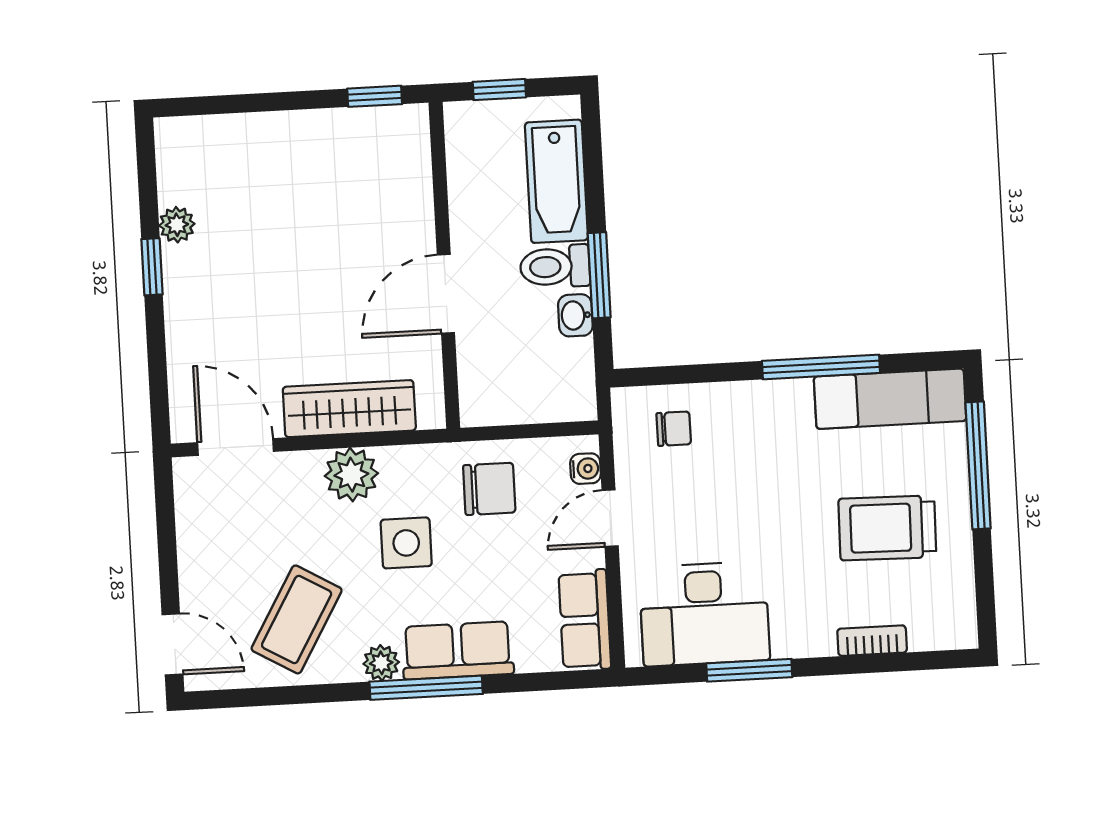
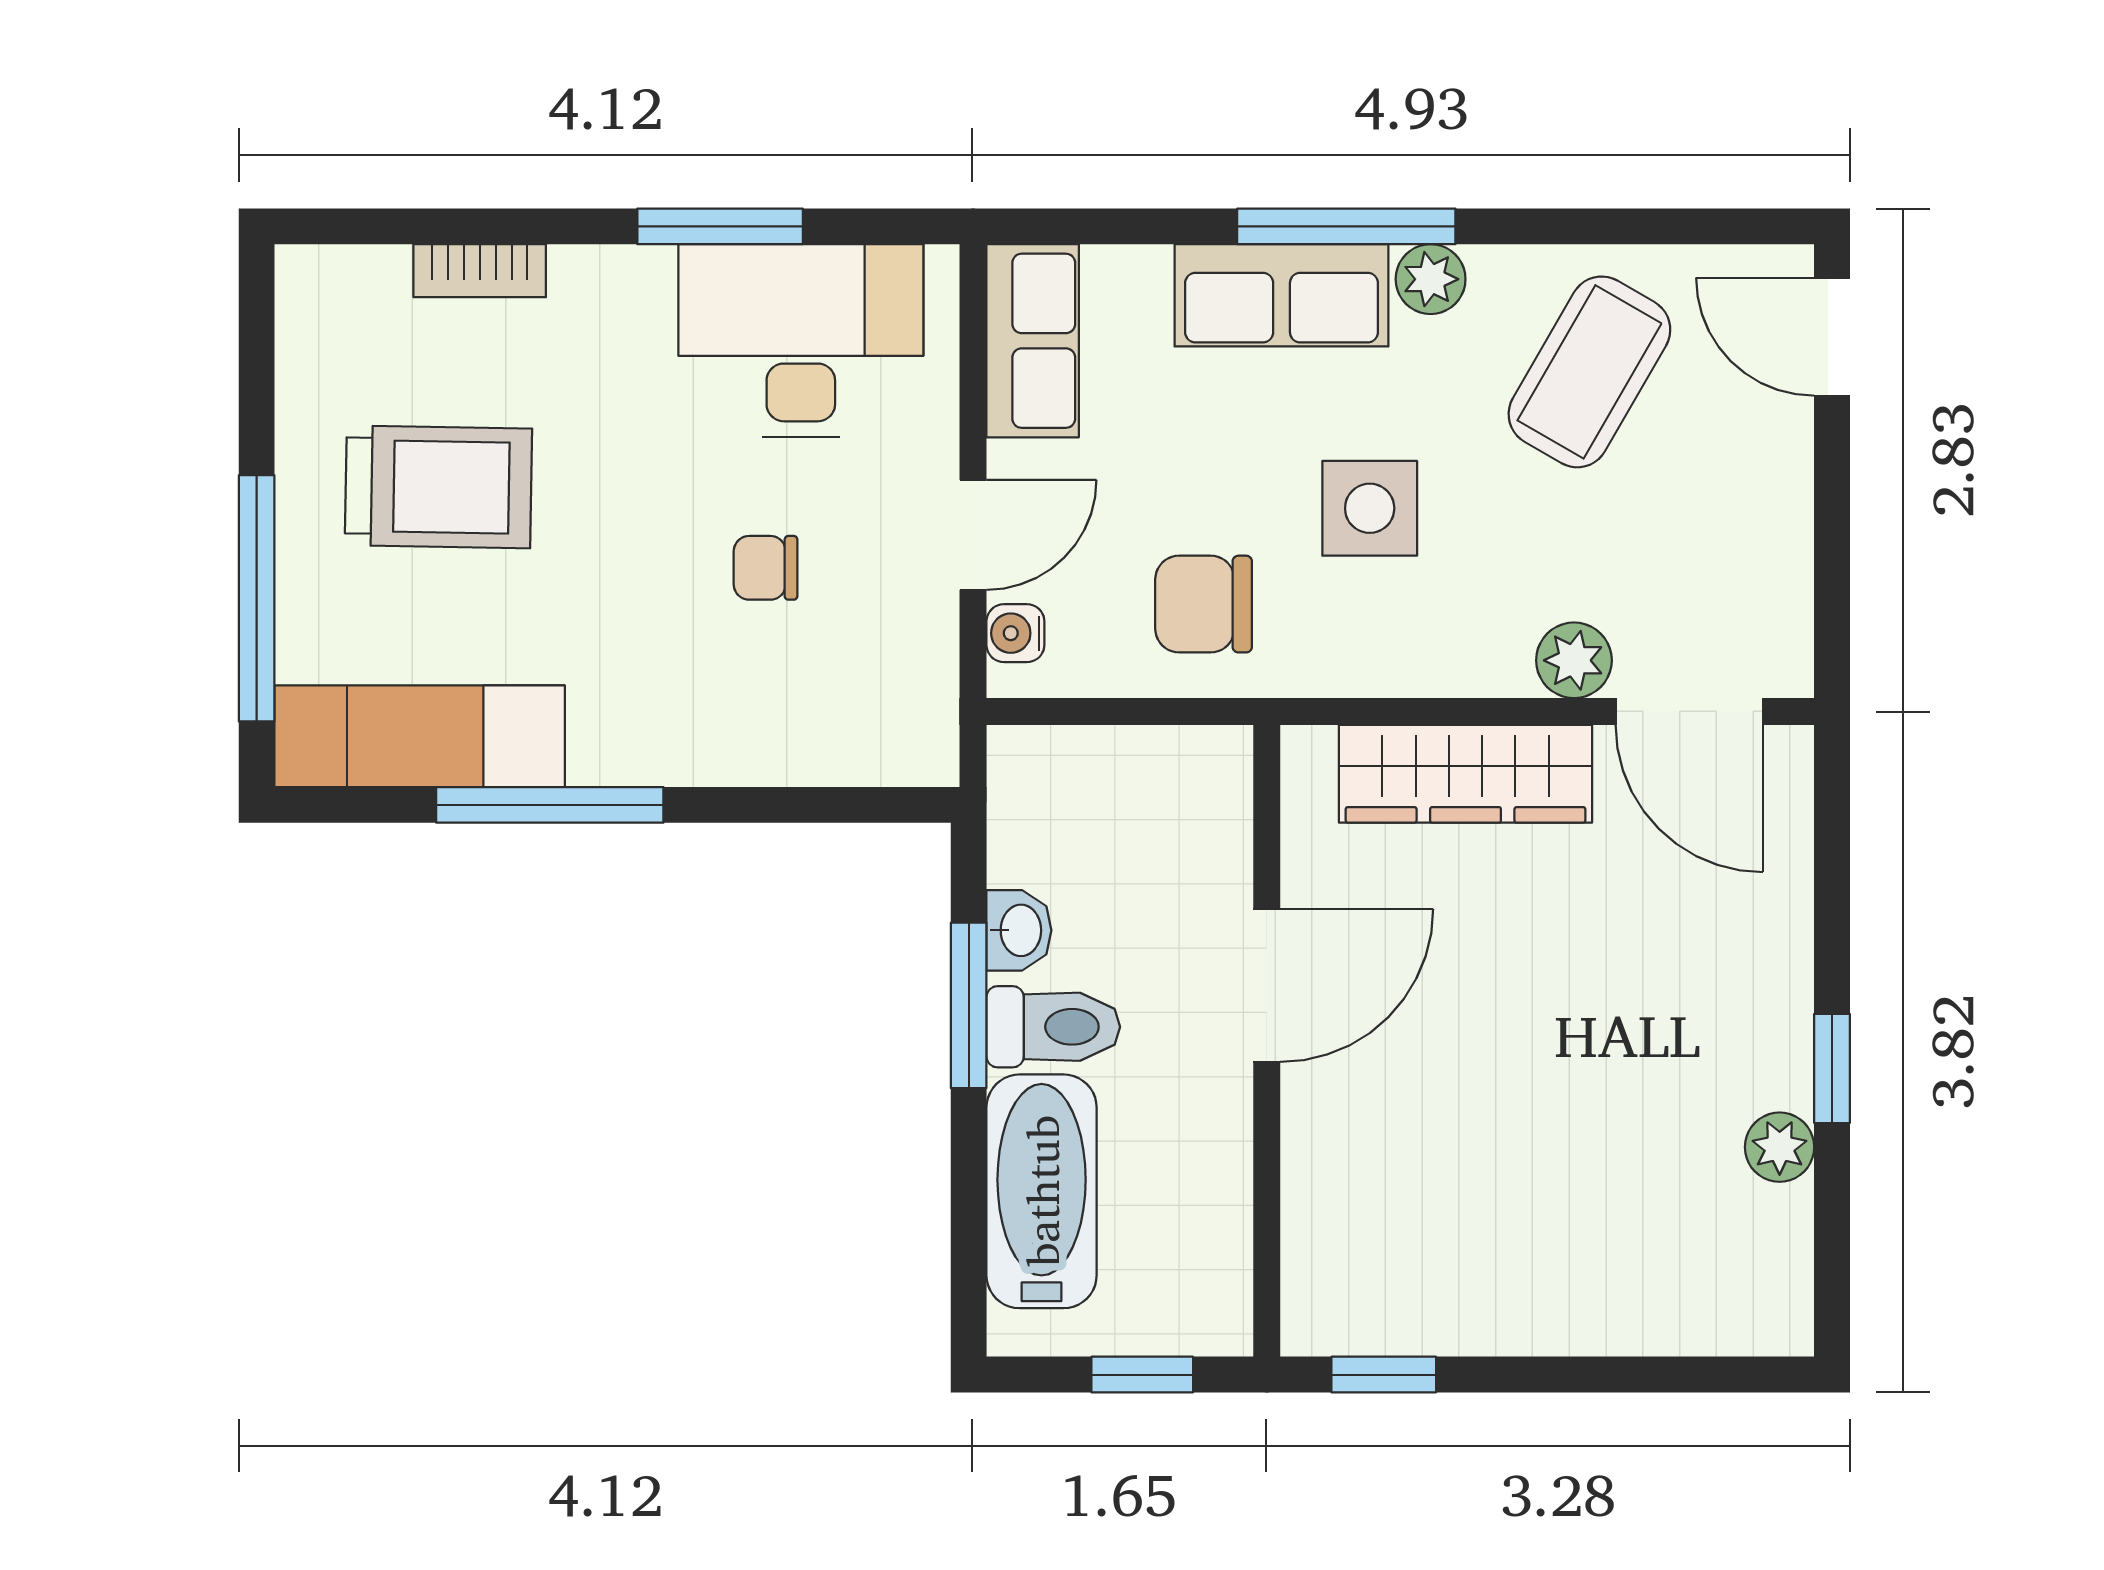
chair: (674, 429) -> (765, 568), moved
plant: (351, 475) -> (1574, 660), moved, width x0.73, depth x0.73

